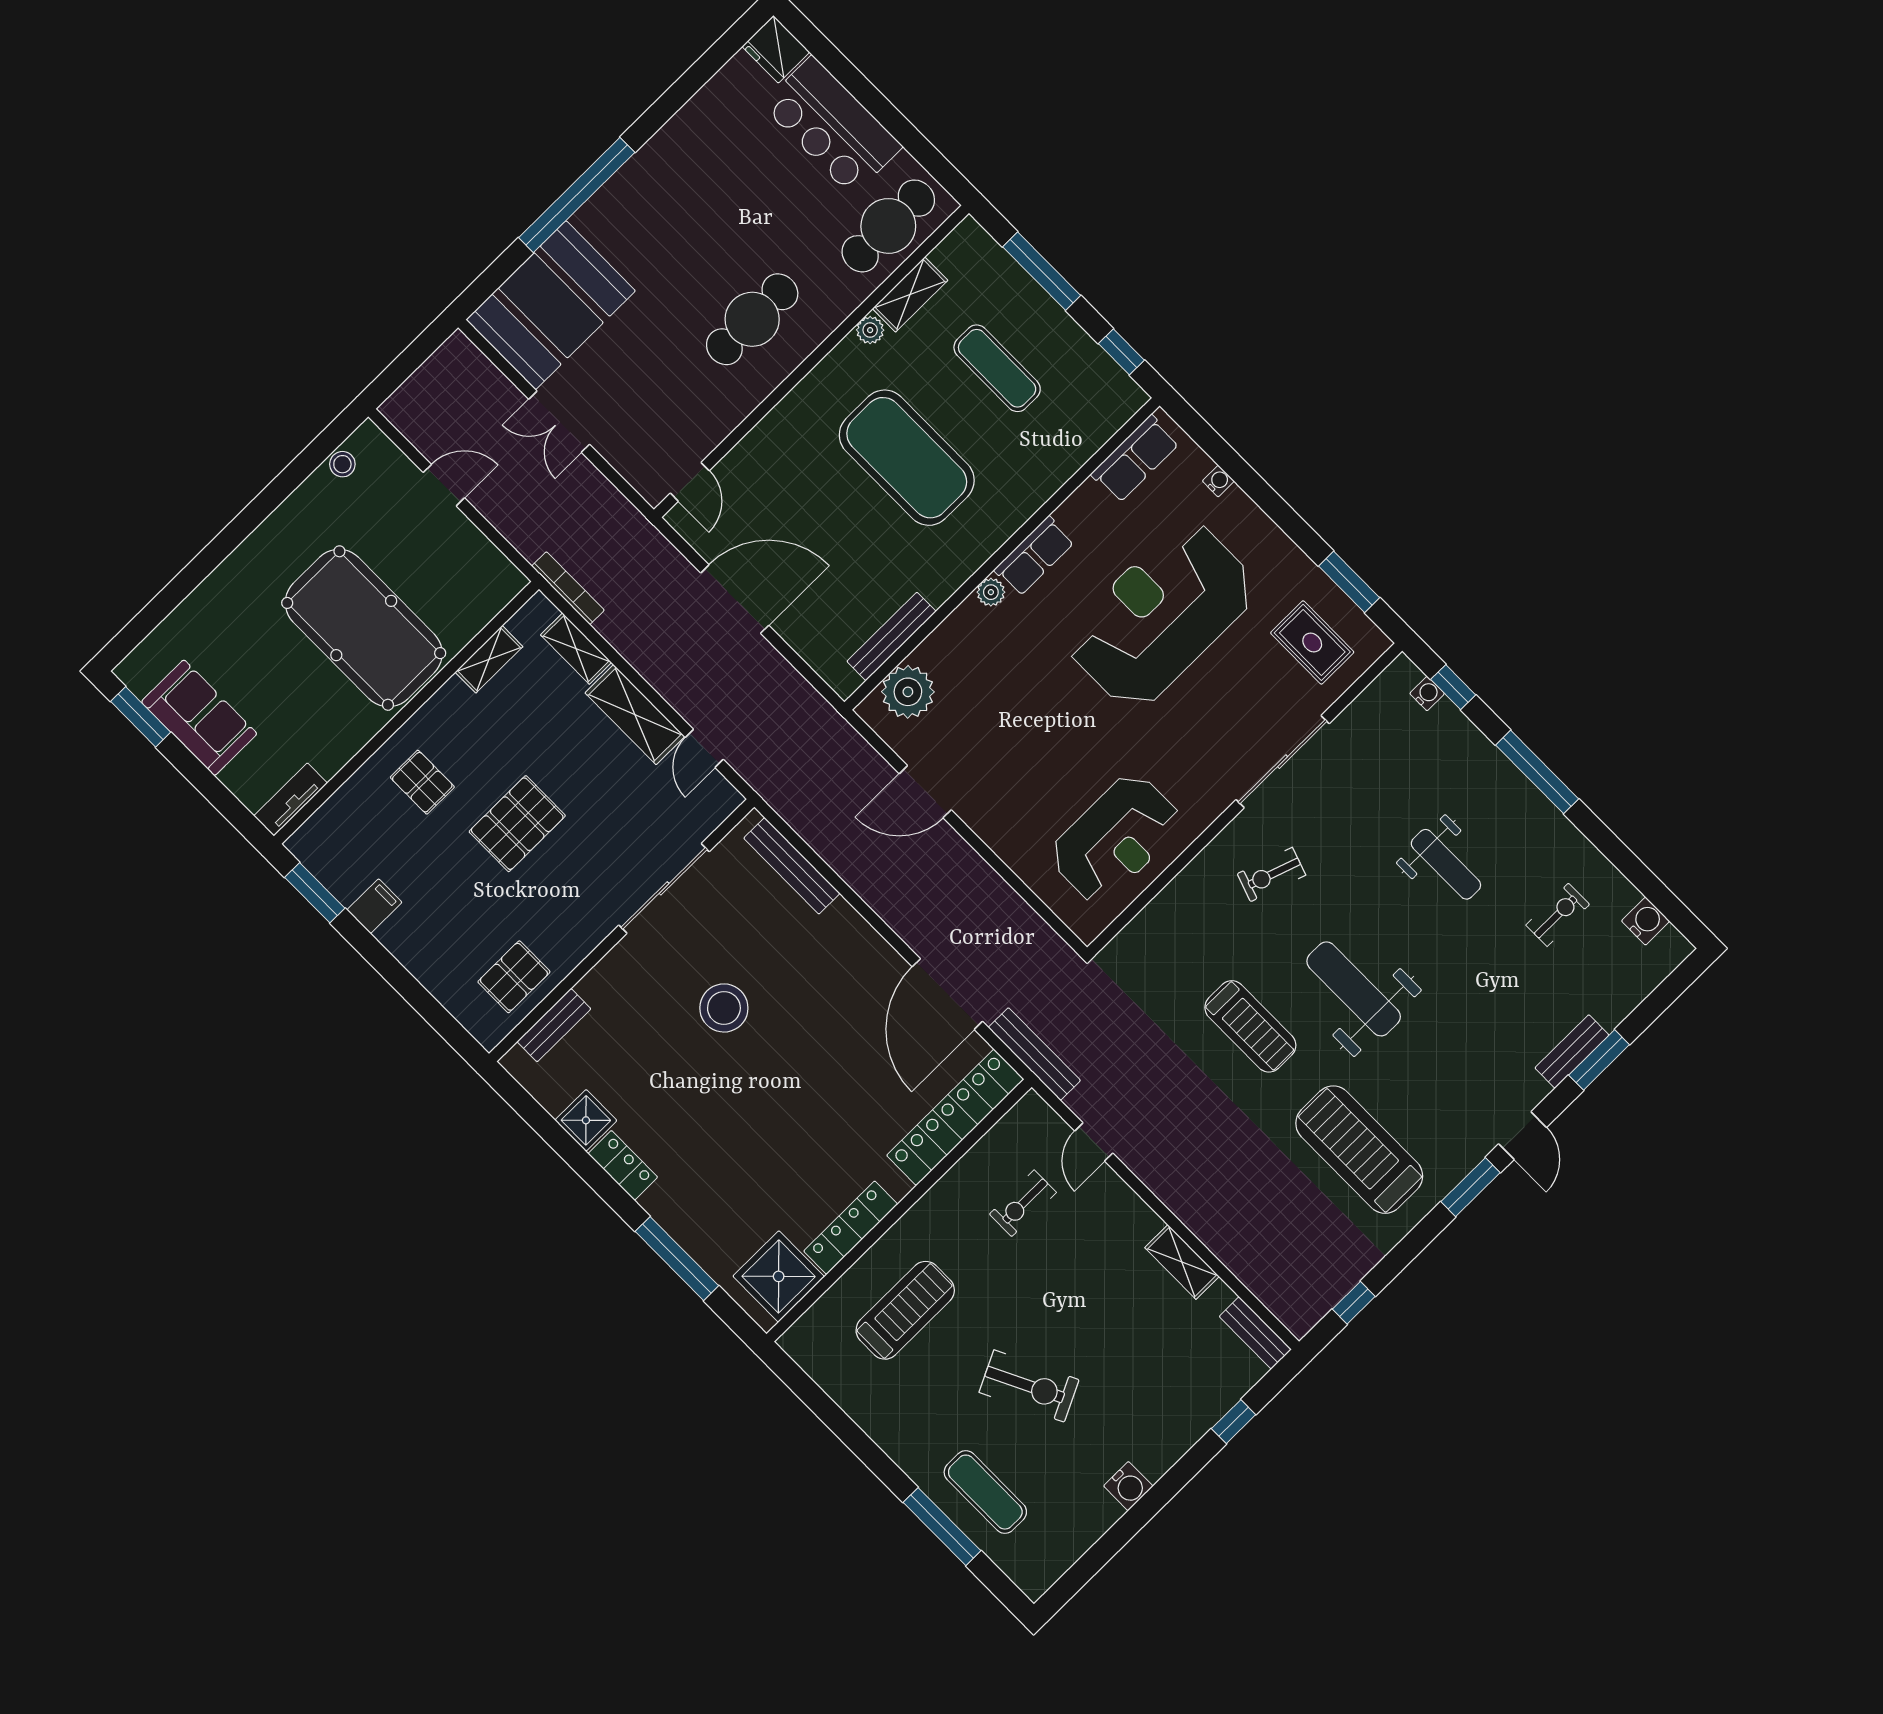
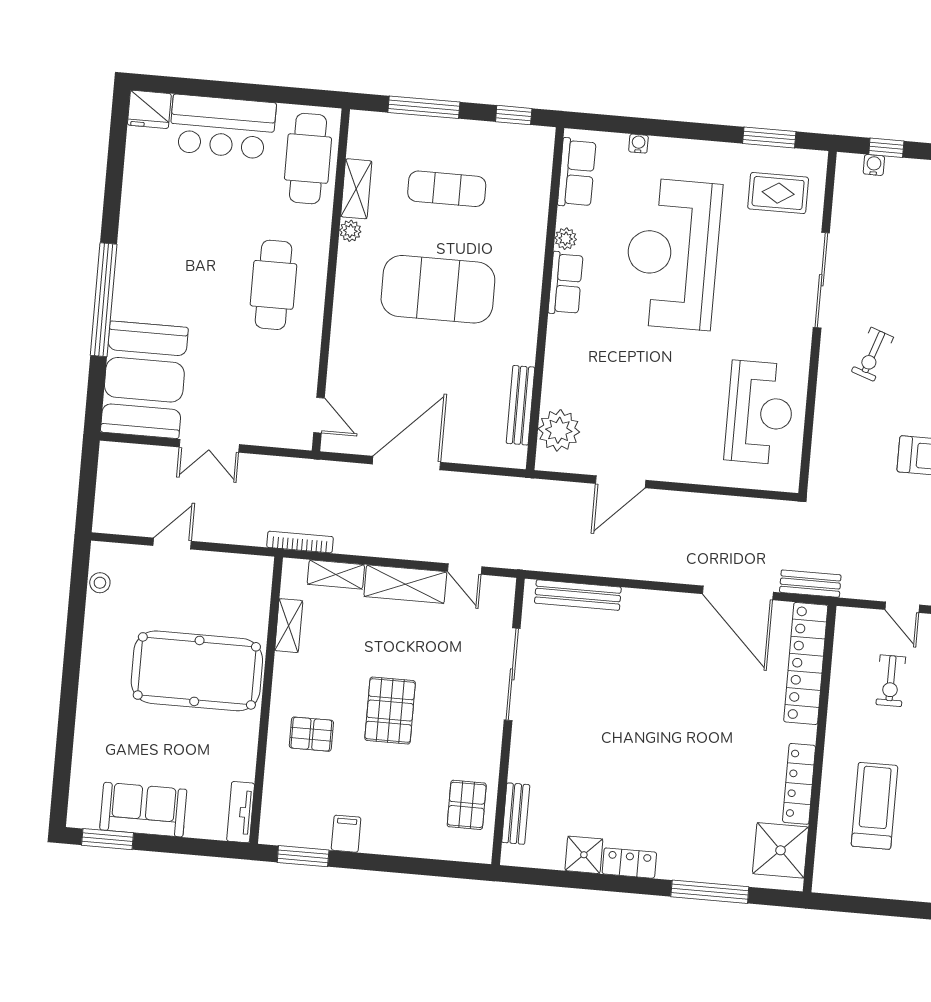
plant: (991, 592) -> (566, 239), moved
stool: (724, 1008) -> (610, 716), removed
bench: (1034, 1054) -> (810, 584), width x0.73

